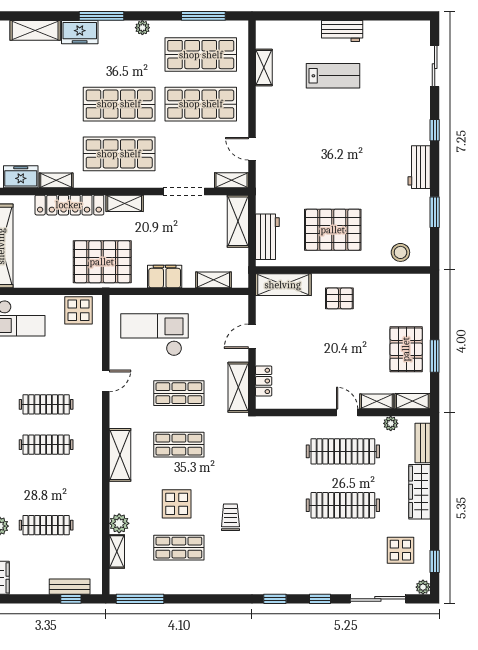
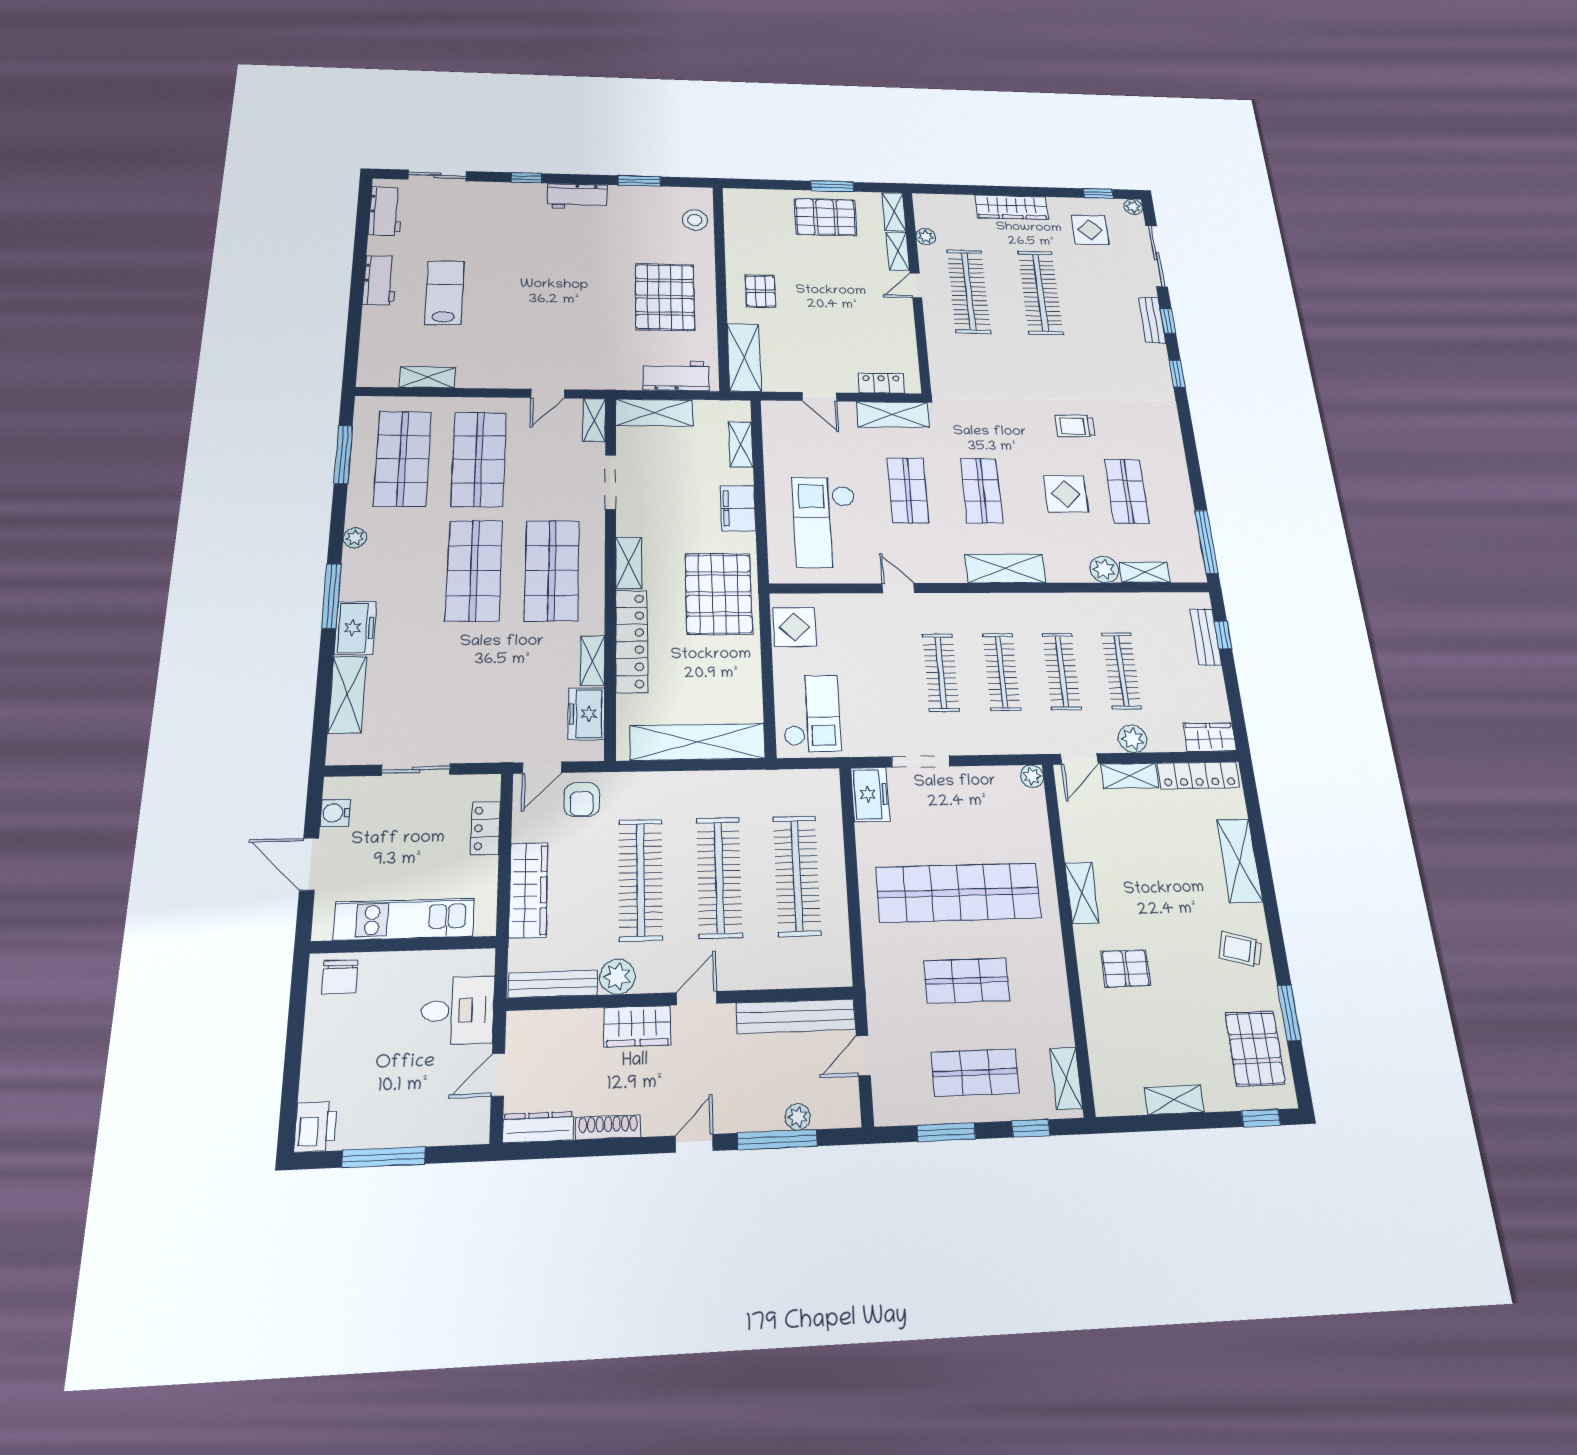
workbench: (402, 31) -> (386, 211), added
bench: (423, 443) -> (1152, 320), moved, turned 90
clothes rail: (46, 485) -> (1062, 671), added

